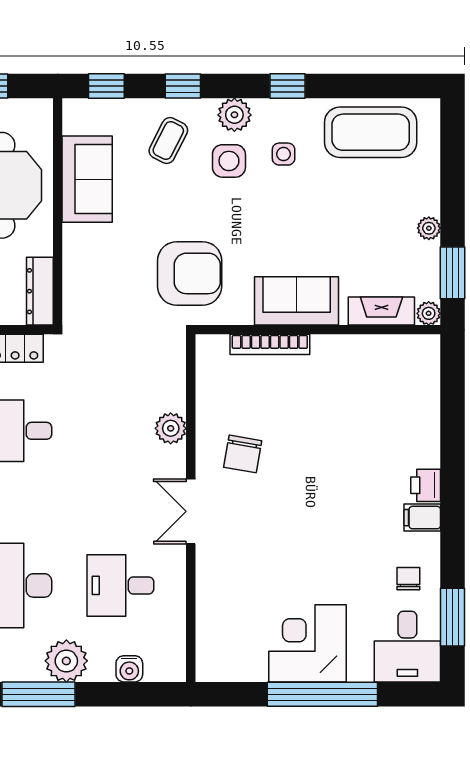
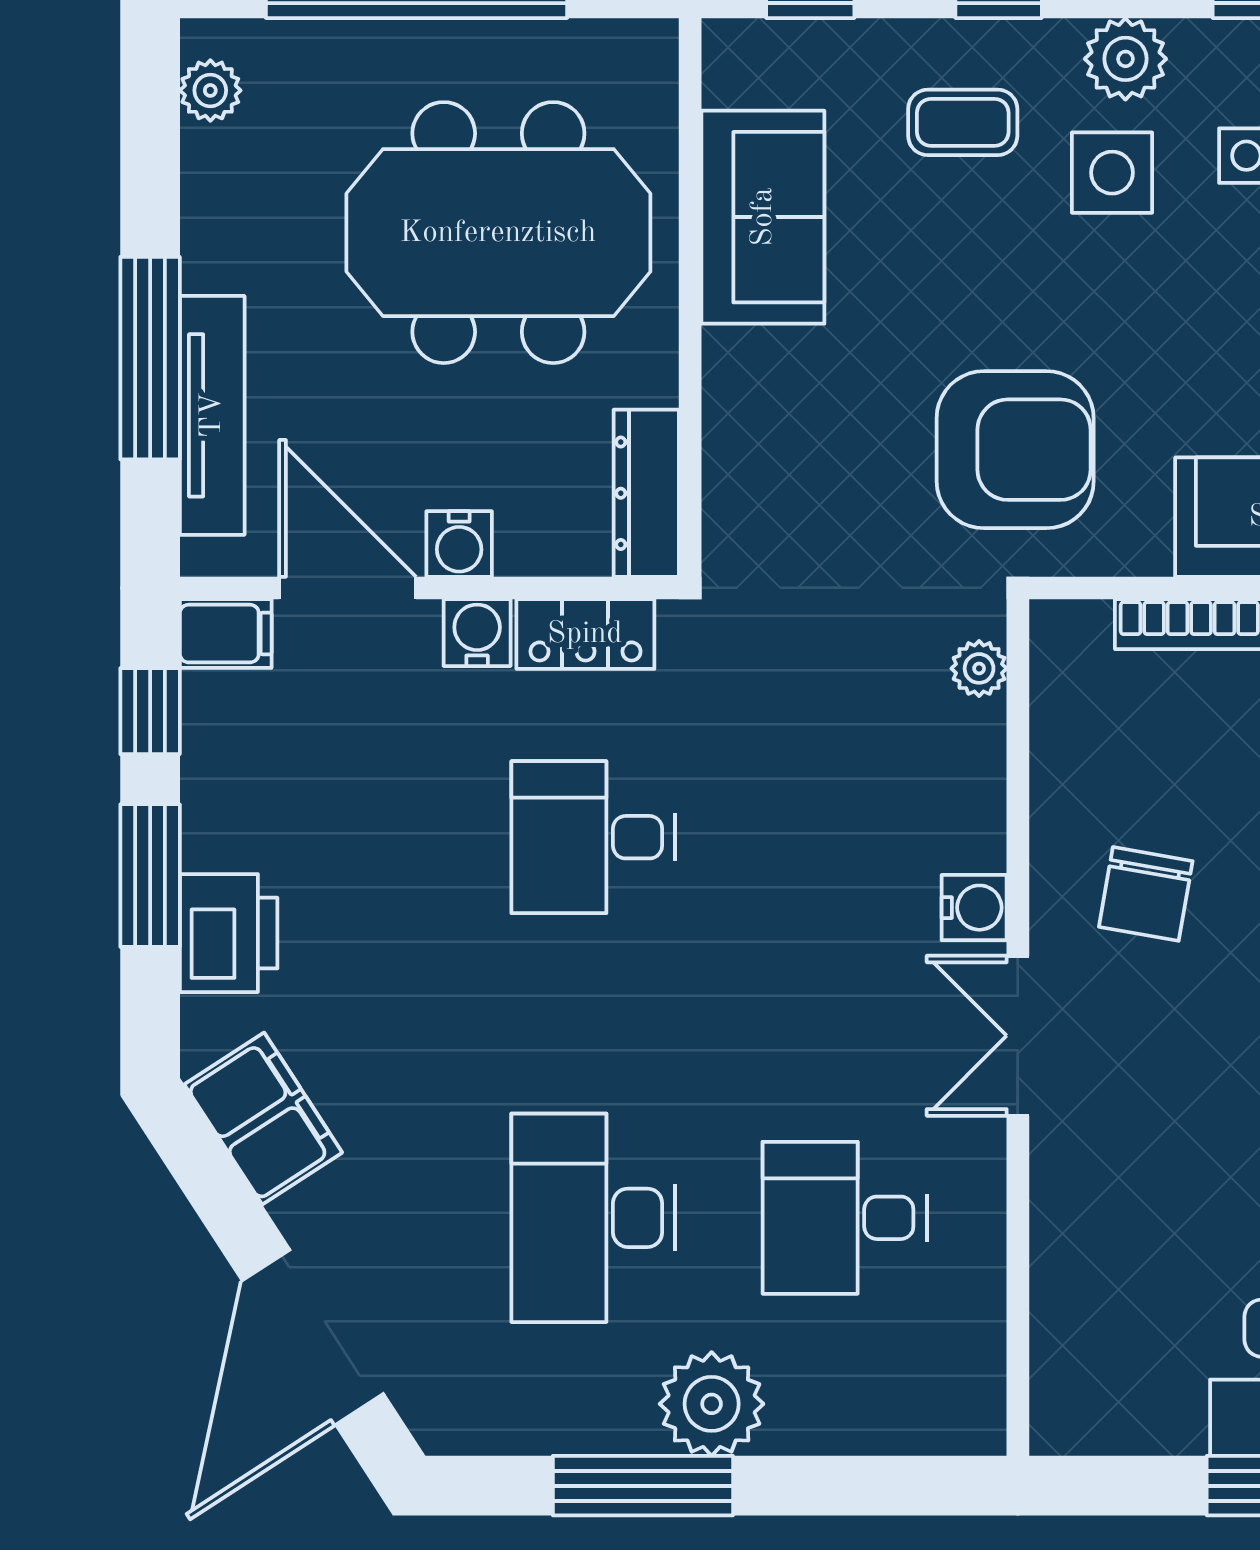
coffee table: (168, 141) -> (963, 122), turned 63
plant: (171, 428) -> (979, 668), moved, width x0.73, depth x0.73
water cooler: (129, 669) -> (974, 908), moved, turned -90

